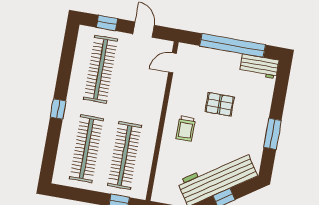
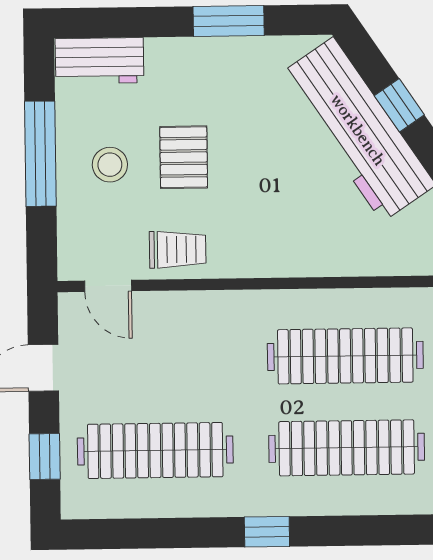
window: (233, 45) -> (40, 154), width x0.68
workbench: (259, 66) -> (100, 61), moved, turned 90
stool: (223, 73) -> (110, 165), added
trolley: (186, 129) -> (178, 250), moved

